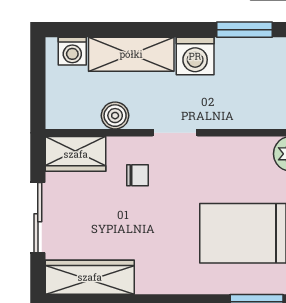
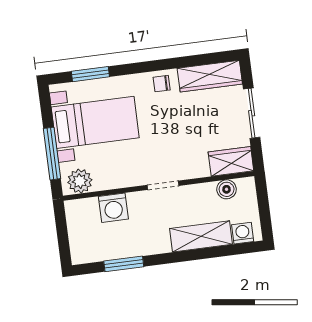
washing machine: (195, 56) -> (113, 208), moved, turned 180
boiler: (115, 116) -> (227, 189), moved
chair: (137, 175) -> (162, 84), moved

